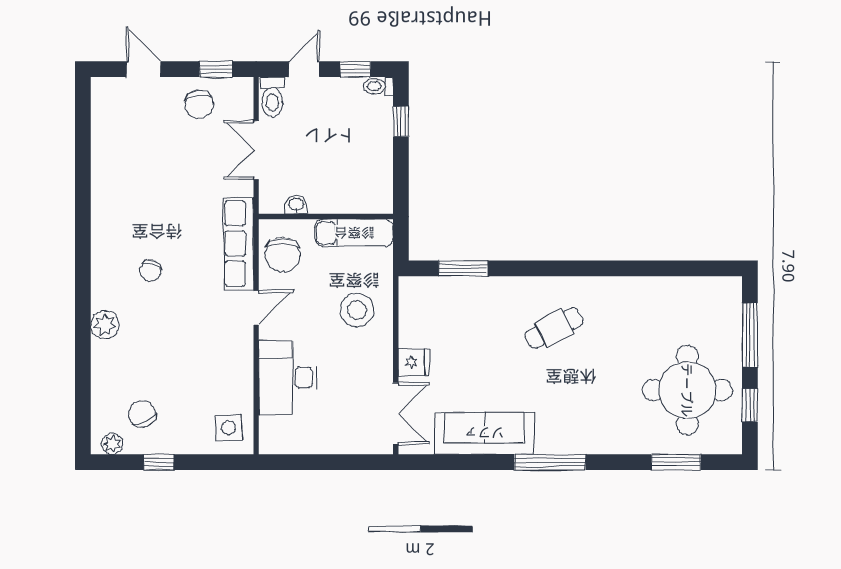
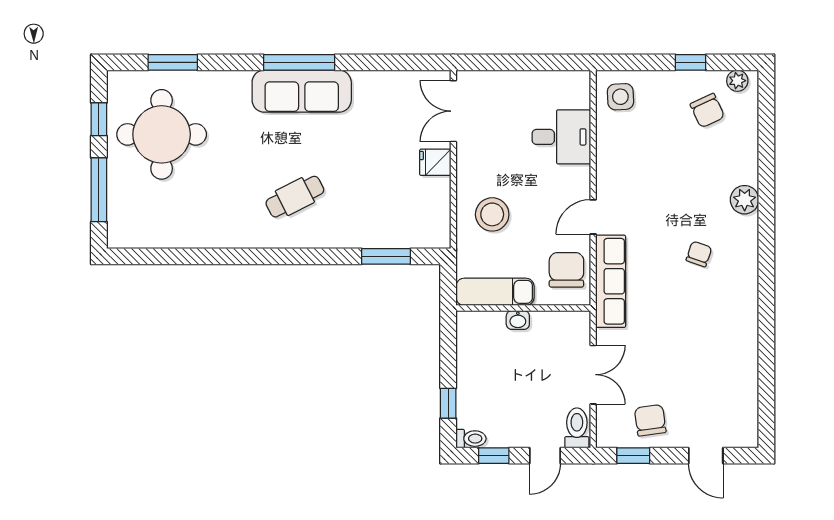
washbasin: (296, 205) -> (518, 320), moved
desk: (288, 378) -> (561, 137), width x0.73
sofa: (484, 433) -> (302, 91), moved

